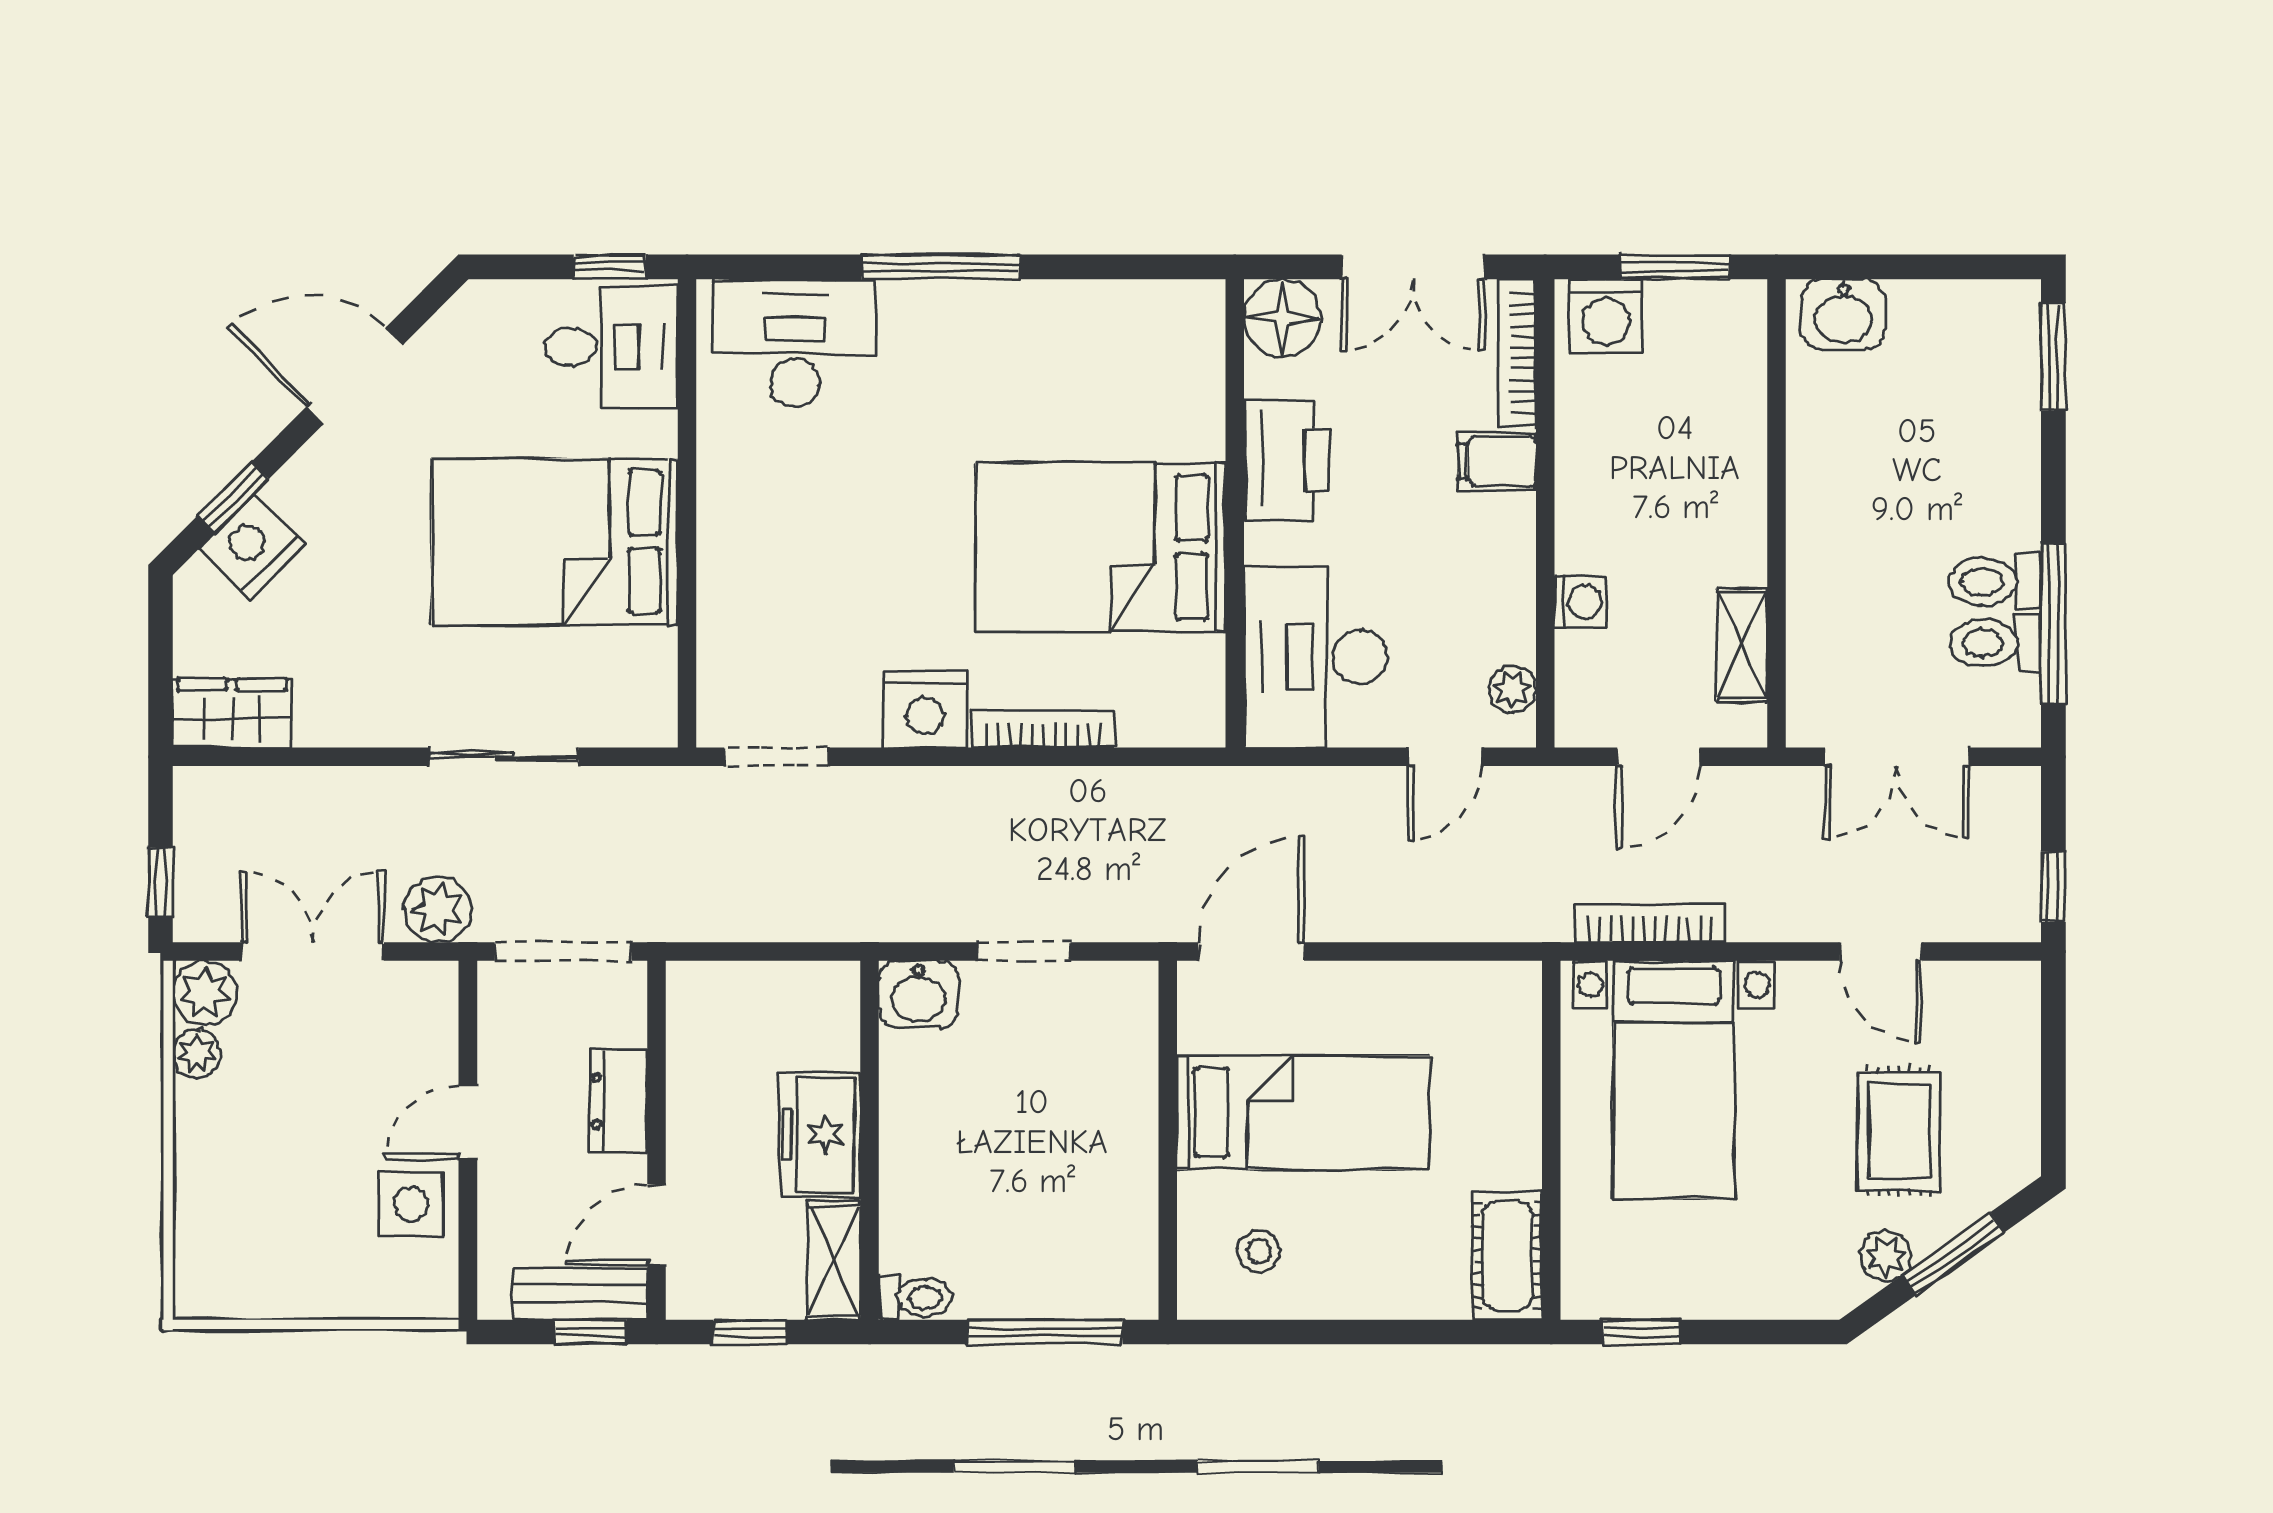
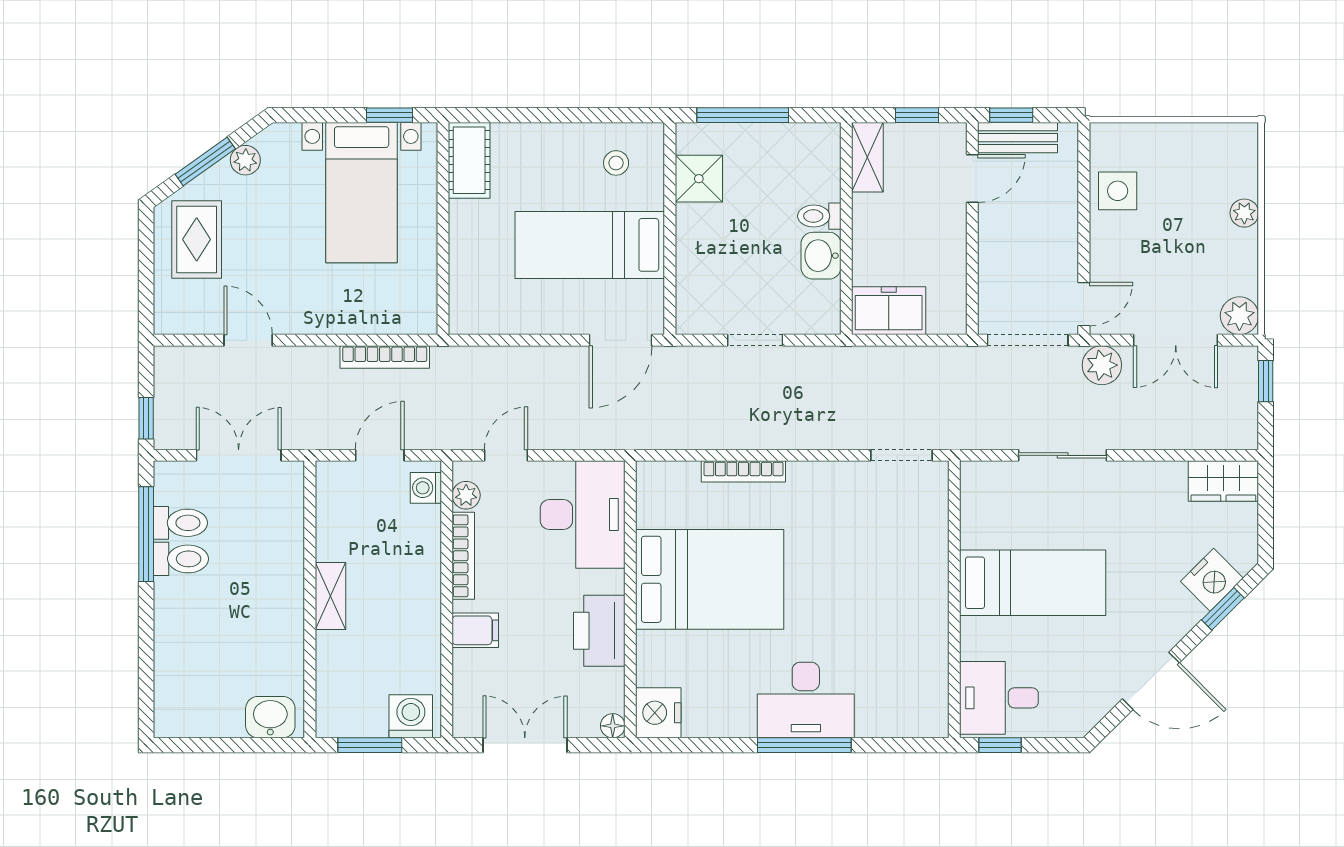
floor lamp: (1283, 318) -> (613, 726), width x0.53, depth x0.53
desk: (795, 343) -> (806, 700), moved
bookcase: (1517, 353) -> (463, 556), moved
window: (2053, 357) -> (146, 692), removed
bed: (555, 542) -> (1033, 583), width x0.67
washing machine: (1580, 602) -> (426, 488), moved
shelving: (1742, 645) -> (330, 596), moved
nightstand: (925, 710) -> (658, 713), moved, turned -90
window: (2053, 887) -> (146, 418), moved
washbasin: (918, 994) -> (821, 256), moved, turned -90
plant: (197, 1054) -> (1244, 213), moved
bed with nightstands: (1674, 1080) -> (362, 193), moved, turned 180
dresser: (619, 1101) -> (995, 252), removed
door: (468, 1122) -> (1084, 304), moved
rug: (1899, 1131) -> (197, 239), moved
freezer: (820, 1134) -> (889, 311), moved, turned -90
shower: (1119, 1225) -> (699, 179), added
toilet: (915, 1297) -> (819, 216), moved

